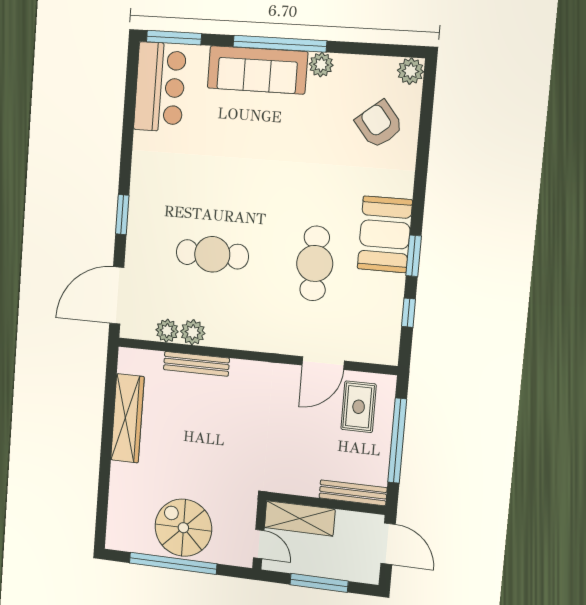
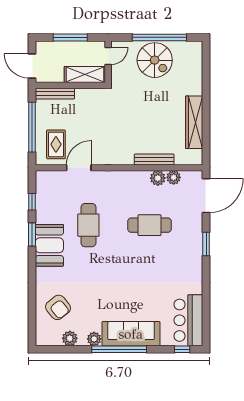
window: (174, 38) -> (182, 349), width x0.46
plant: (411, 71) -> (70, 338), moved
door: (259, 544) -> (108, 56), swing flipped

